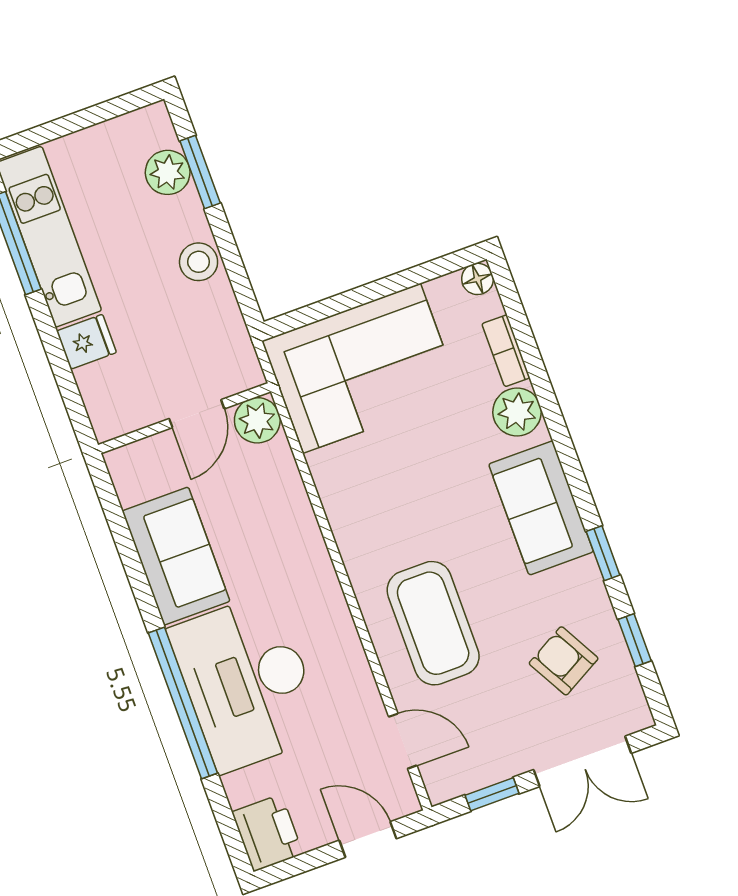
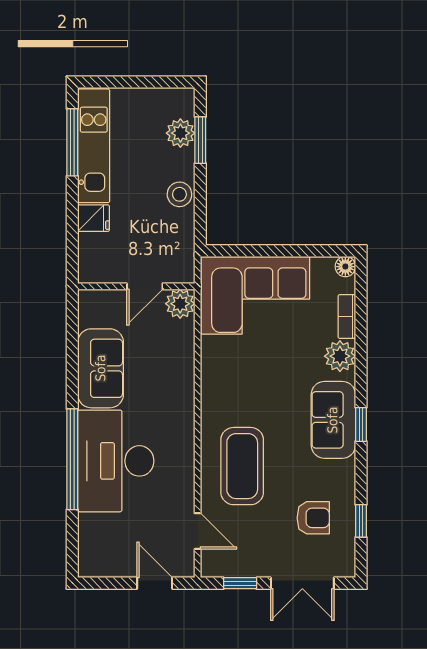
window: (603, 553) -> (361, 424), moved
armchair: (564, 661) -> (313, 518), turned 119
printer: (267, 833) -> (95, 557), removed

